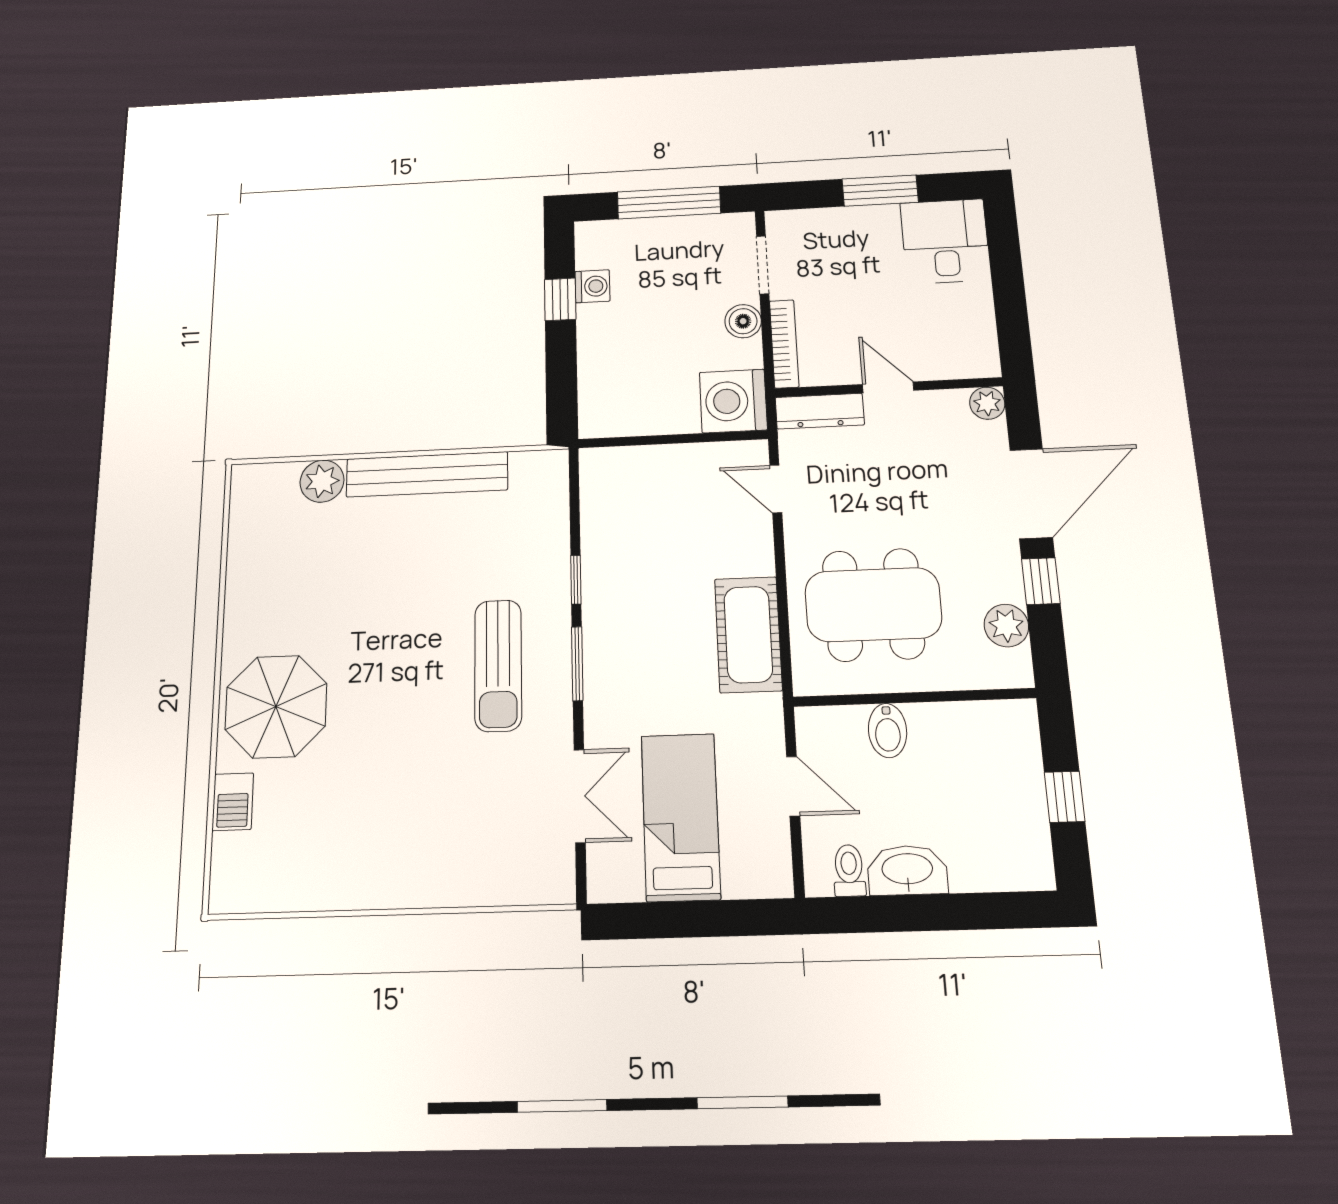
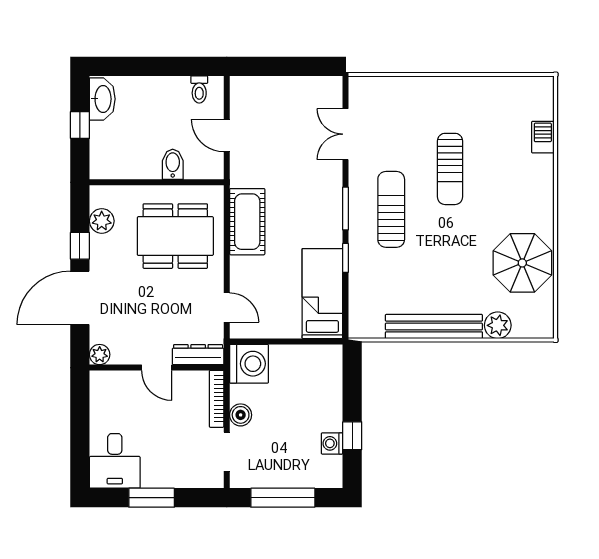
parasol: (276, 707) -> (522, 263), moved
sun lounger: (396, 740) -> (450, 169), added
bed: (681, 817) -> (322, 294), moved, turned 180
washbasin: (907, 870) -> (102, 99), moved, turned -90

